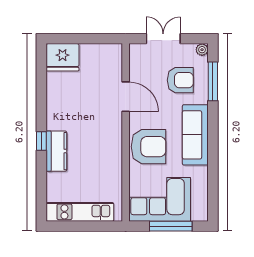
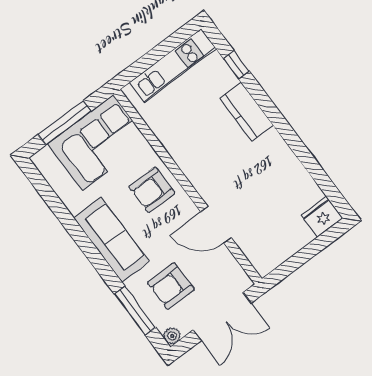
double door: (163, 39) -> (222, 317), width x1.37
fridge: (63, 57) -> (322, 217), width x0.73, depth x0.75
window: (41, 141) -> (236, 65), moved
armchair: (148, 147) -> (152, 190), width x0.73, depth x0.73

